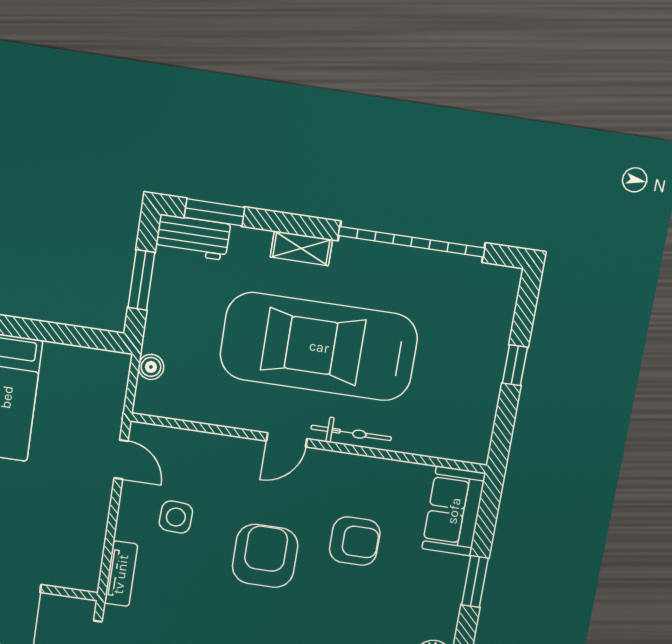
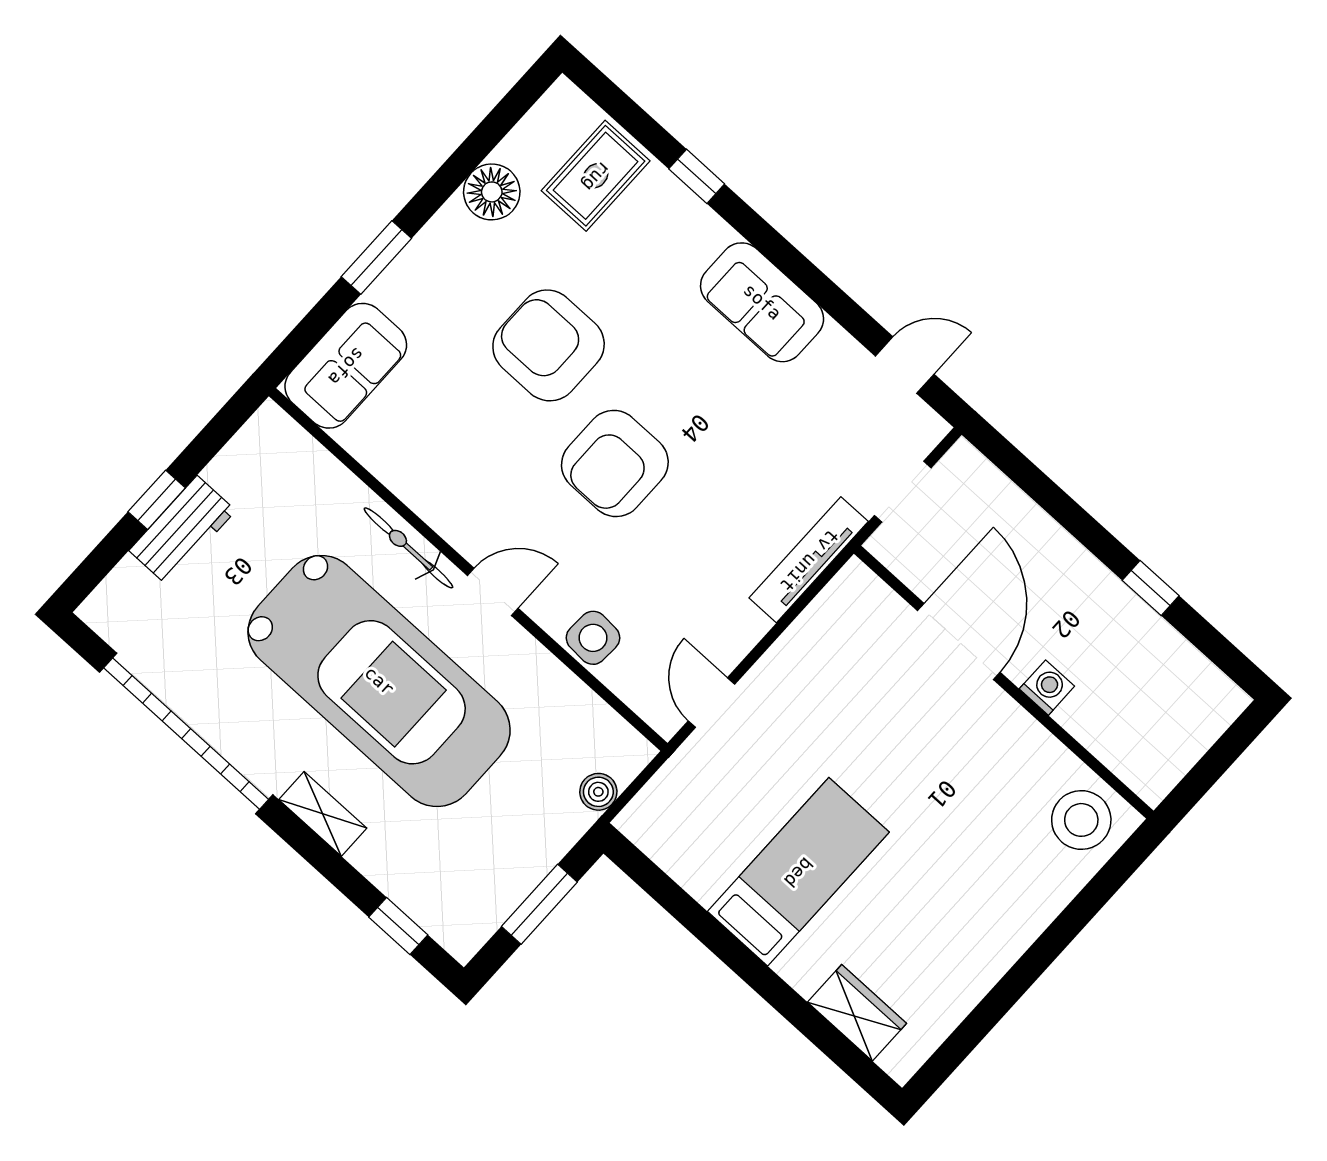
window: (214, 212) -> (398, 926), width x0.67
workbench: (193, 237) -> (182, 531), moved, turned 90
side table: (176, 517) -> (593, 638), moved
armchair: (355, 541) -> (549, 345), moved, width x1.36, depth x1.36
tv unit: (121, 574) -> (809, 560), width x1.41

